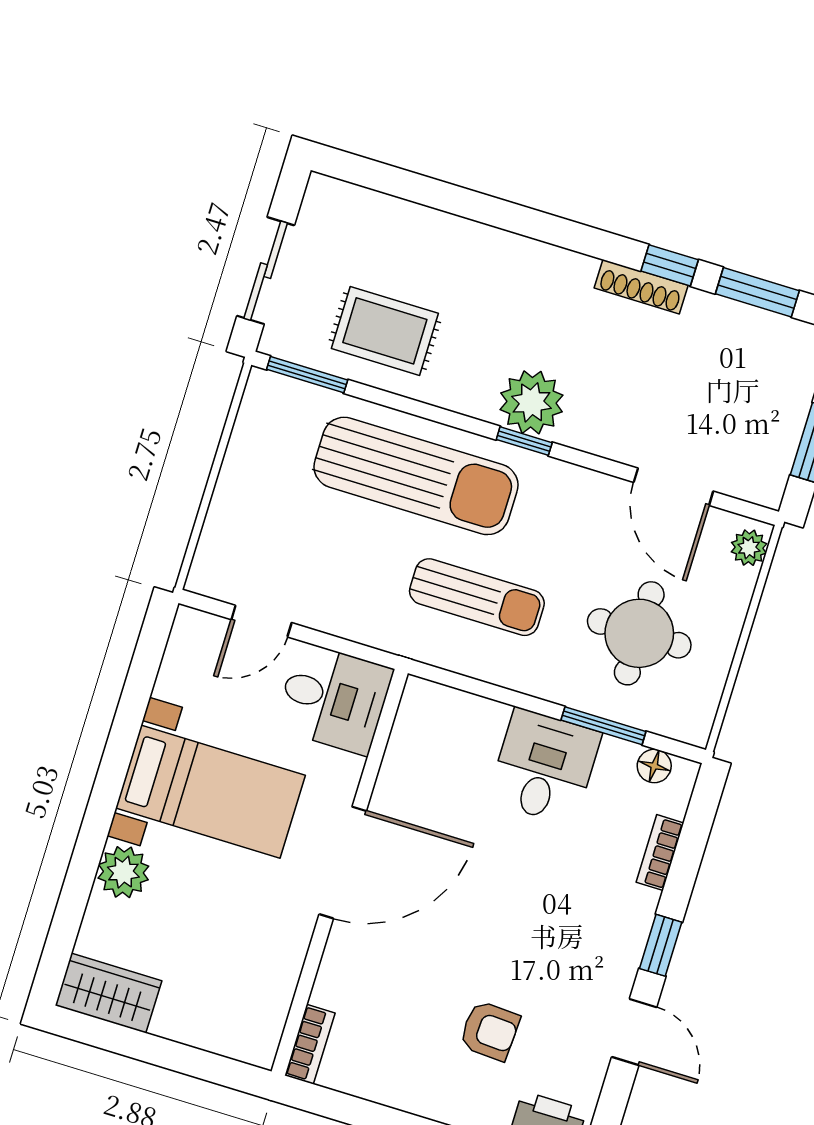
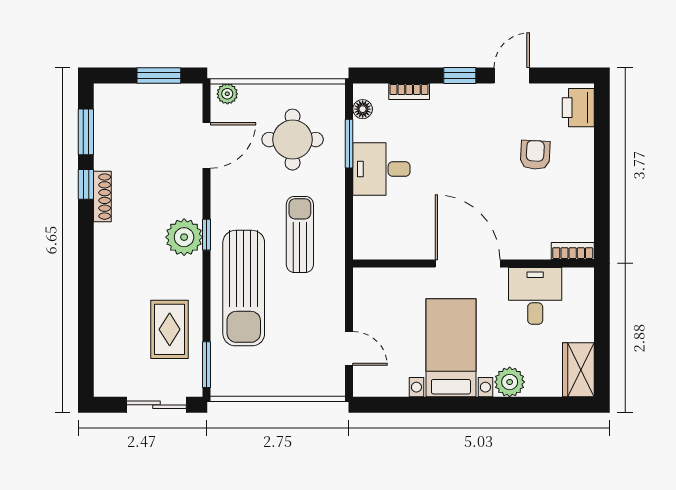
sun lounger: (416, 476) -> (244, 288), turned 180
desk: (334, 699) -> (535, 296), moved

